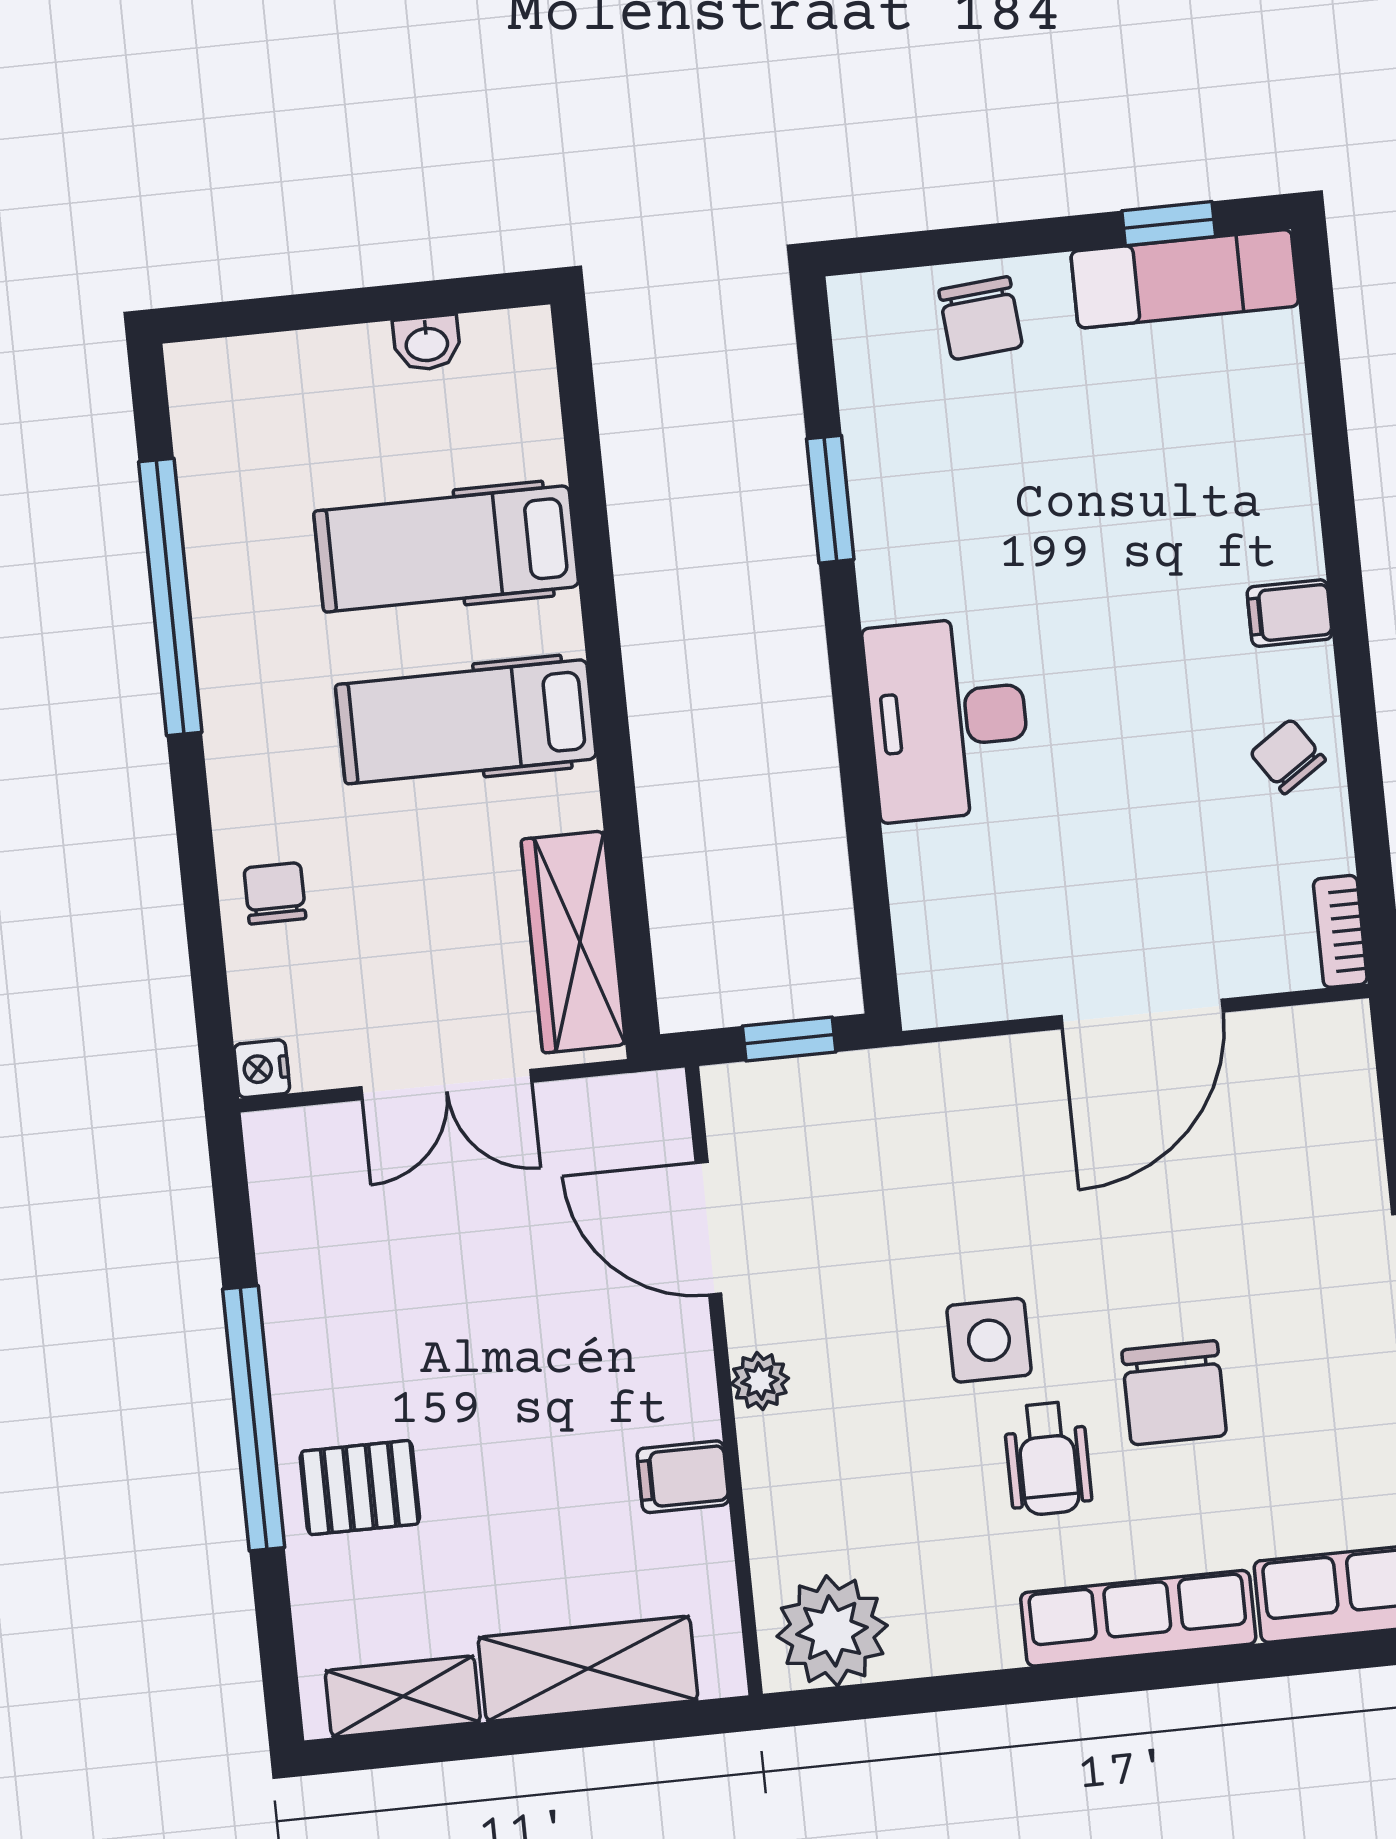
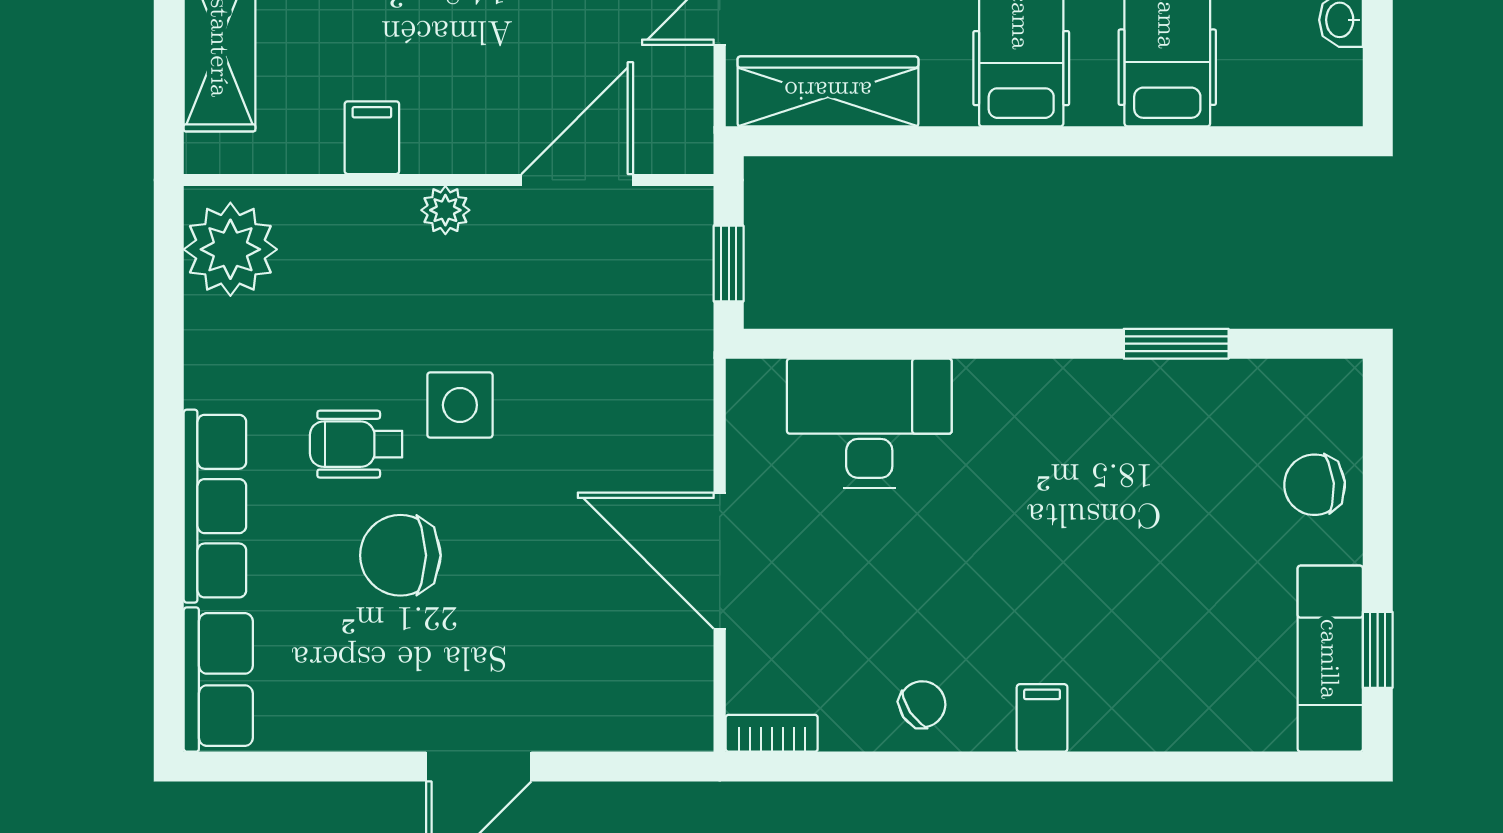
desk: (948, 719) -> (869, 423), moved

